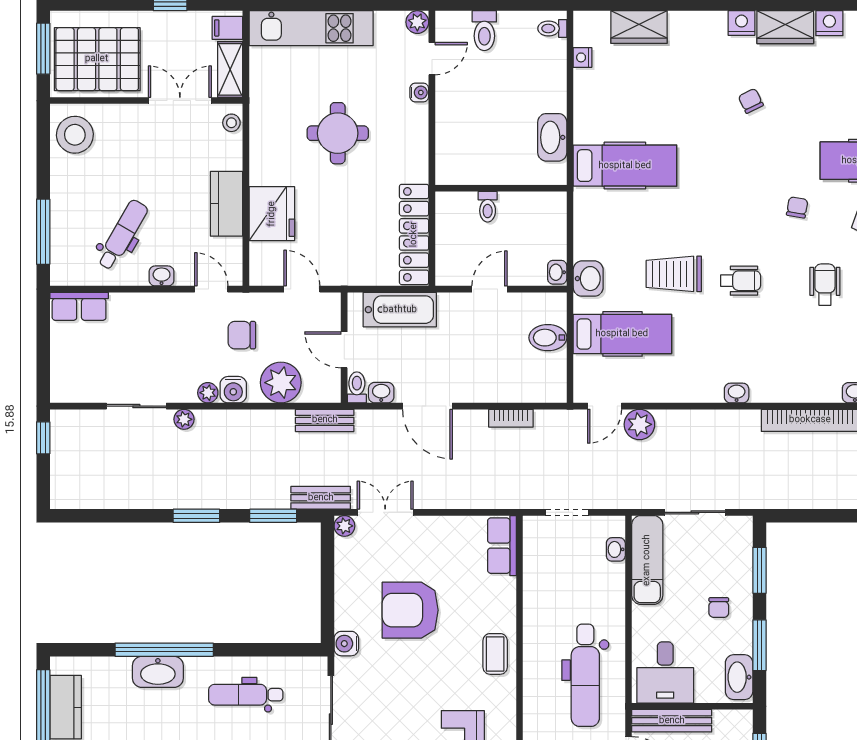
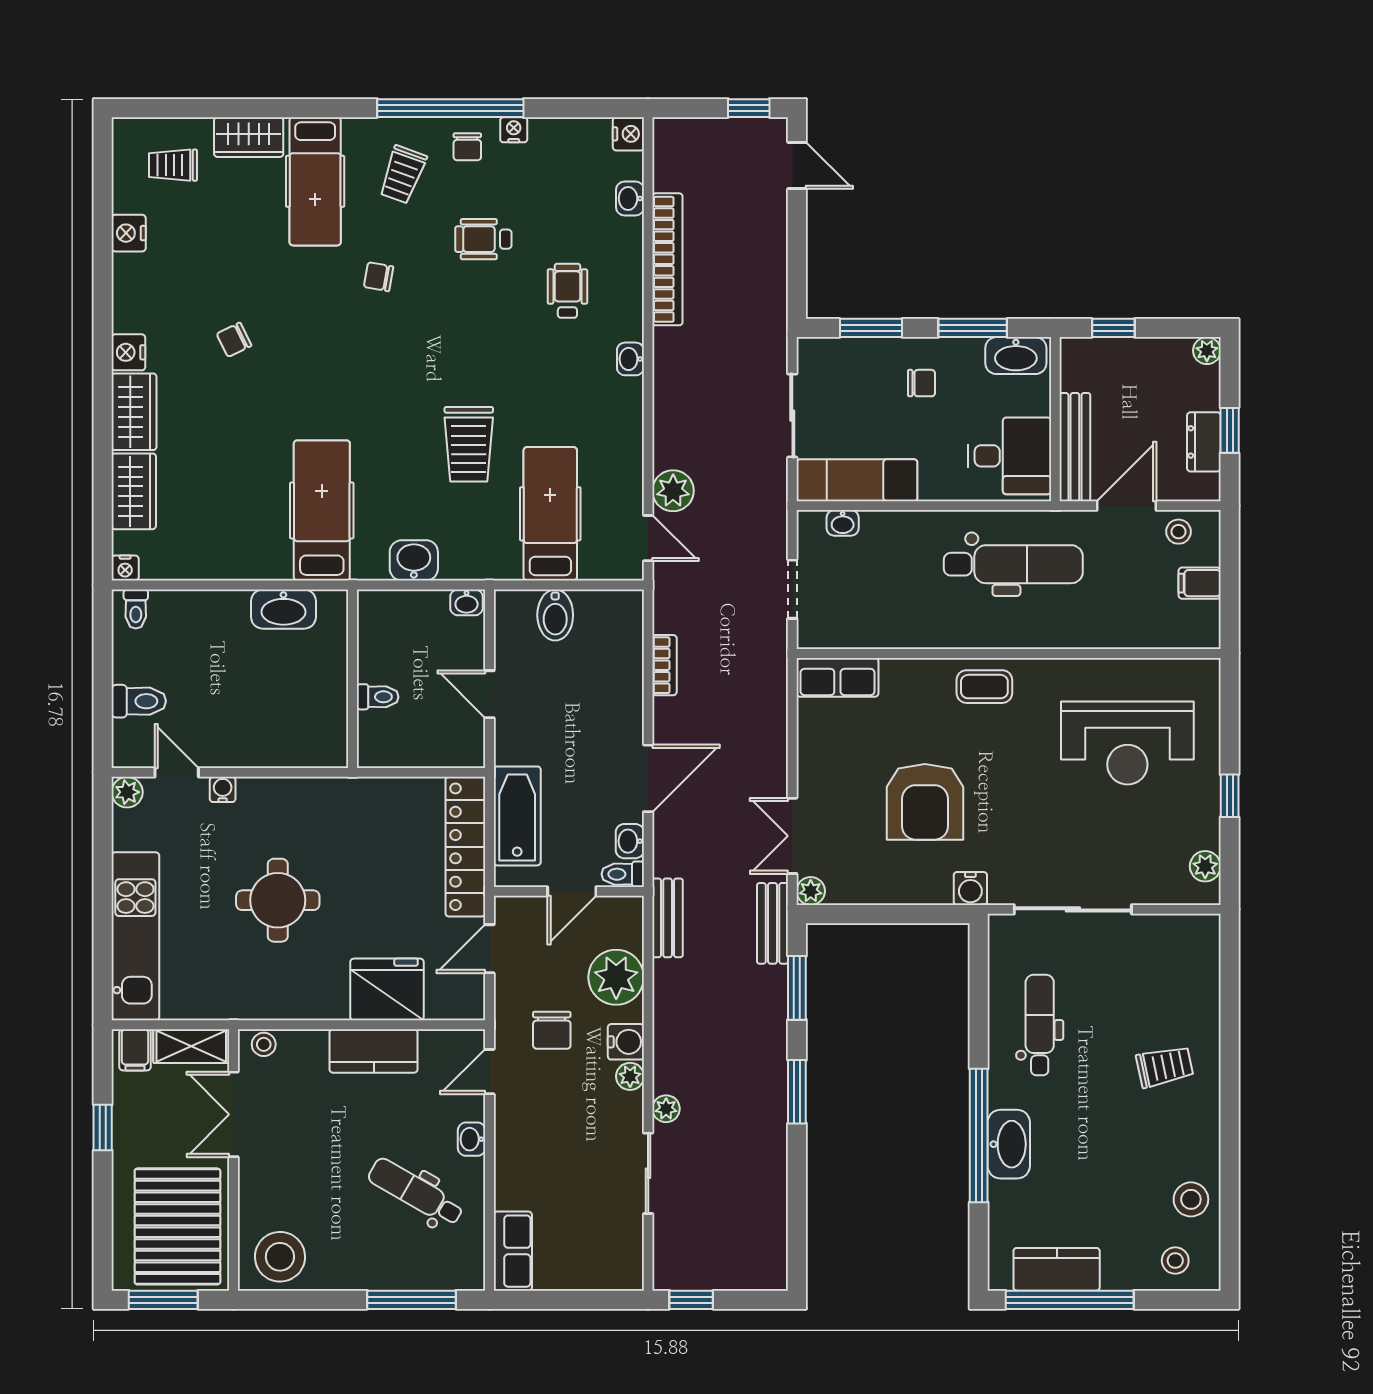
wardrobe: (785, 27) -> (134, 412), moved
nightstand: (583, 57) -> (125, 568), moved
locker: (414, 234) -> (465, 847), moved, turned 90
washbasin: (588, 279) -> (414, 560), moved
wheelchair: (741, 281) -> (567, 291), moved
dental chair: (246, 695) -> (1040, 1025), turned 180

